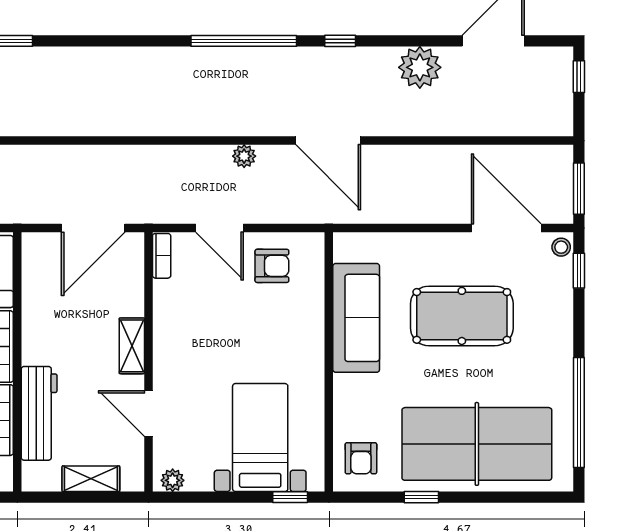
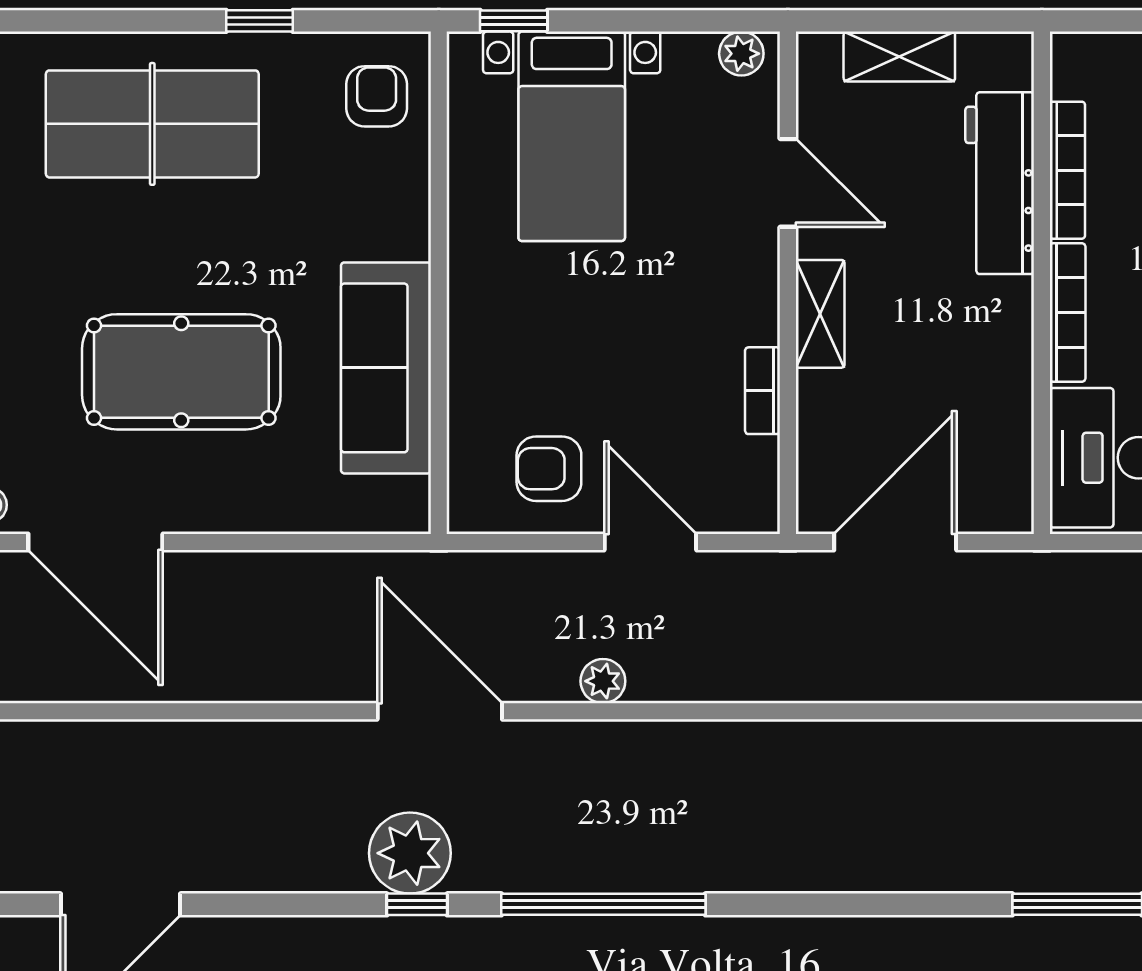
plant: (420, 67) -> (410, 853), moved
bookcase: (162, 256) -> (763, 391), moved
table tennis table: (477, 444) -> (152, 124), width x0.73, depth x0.76

